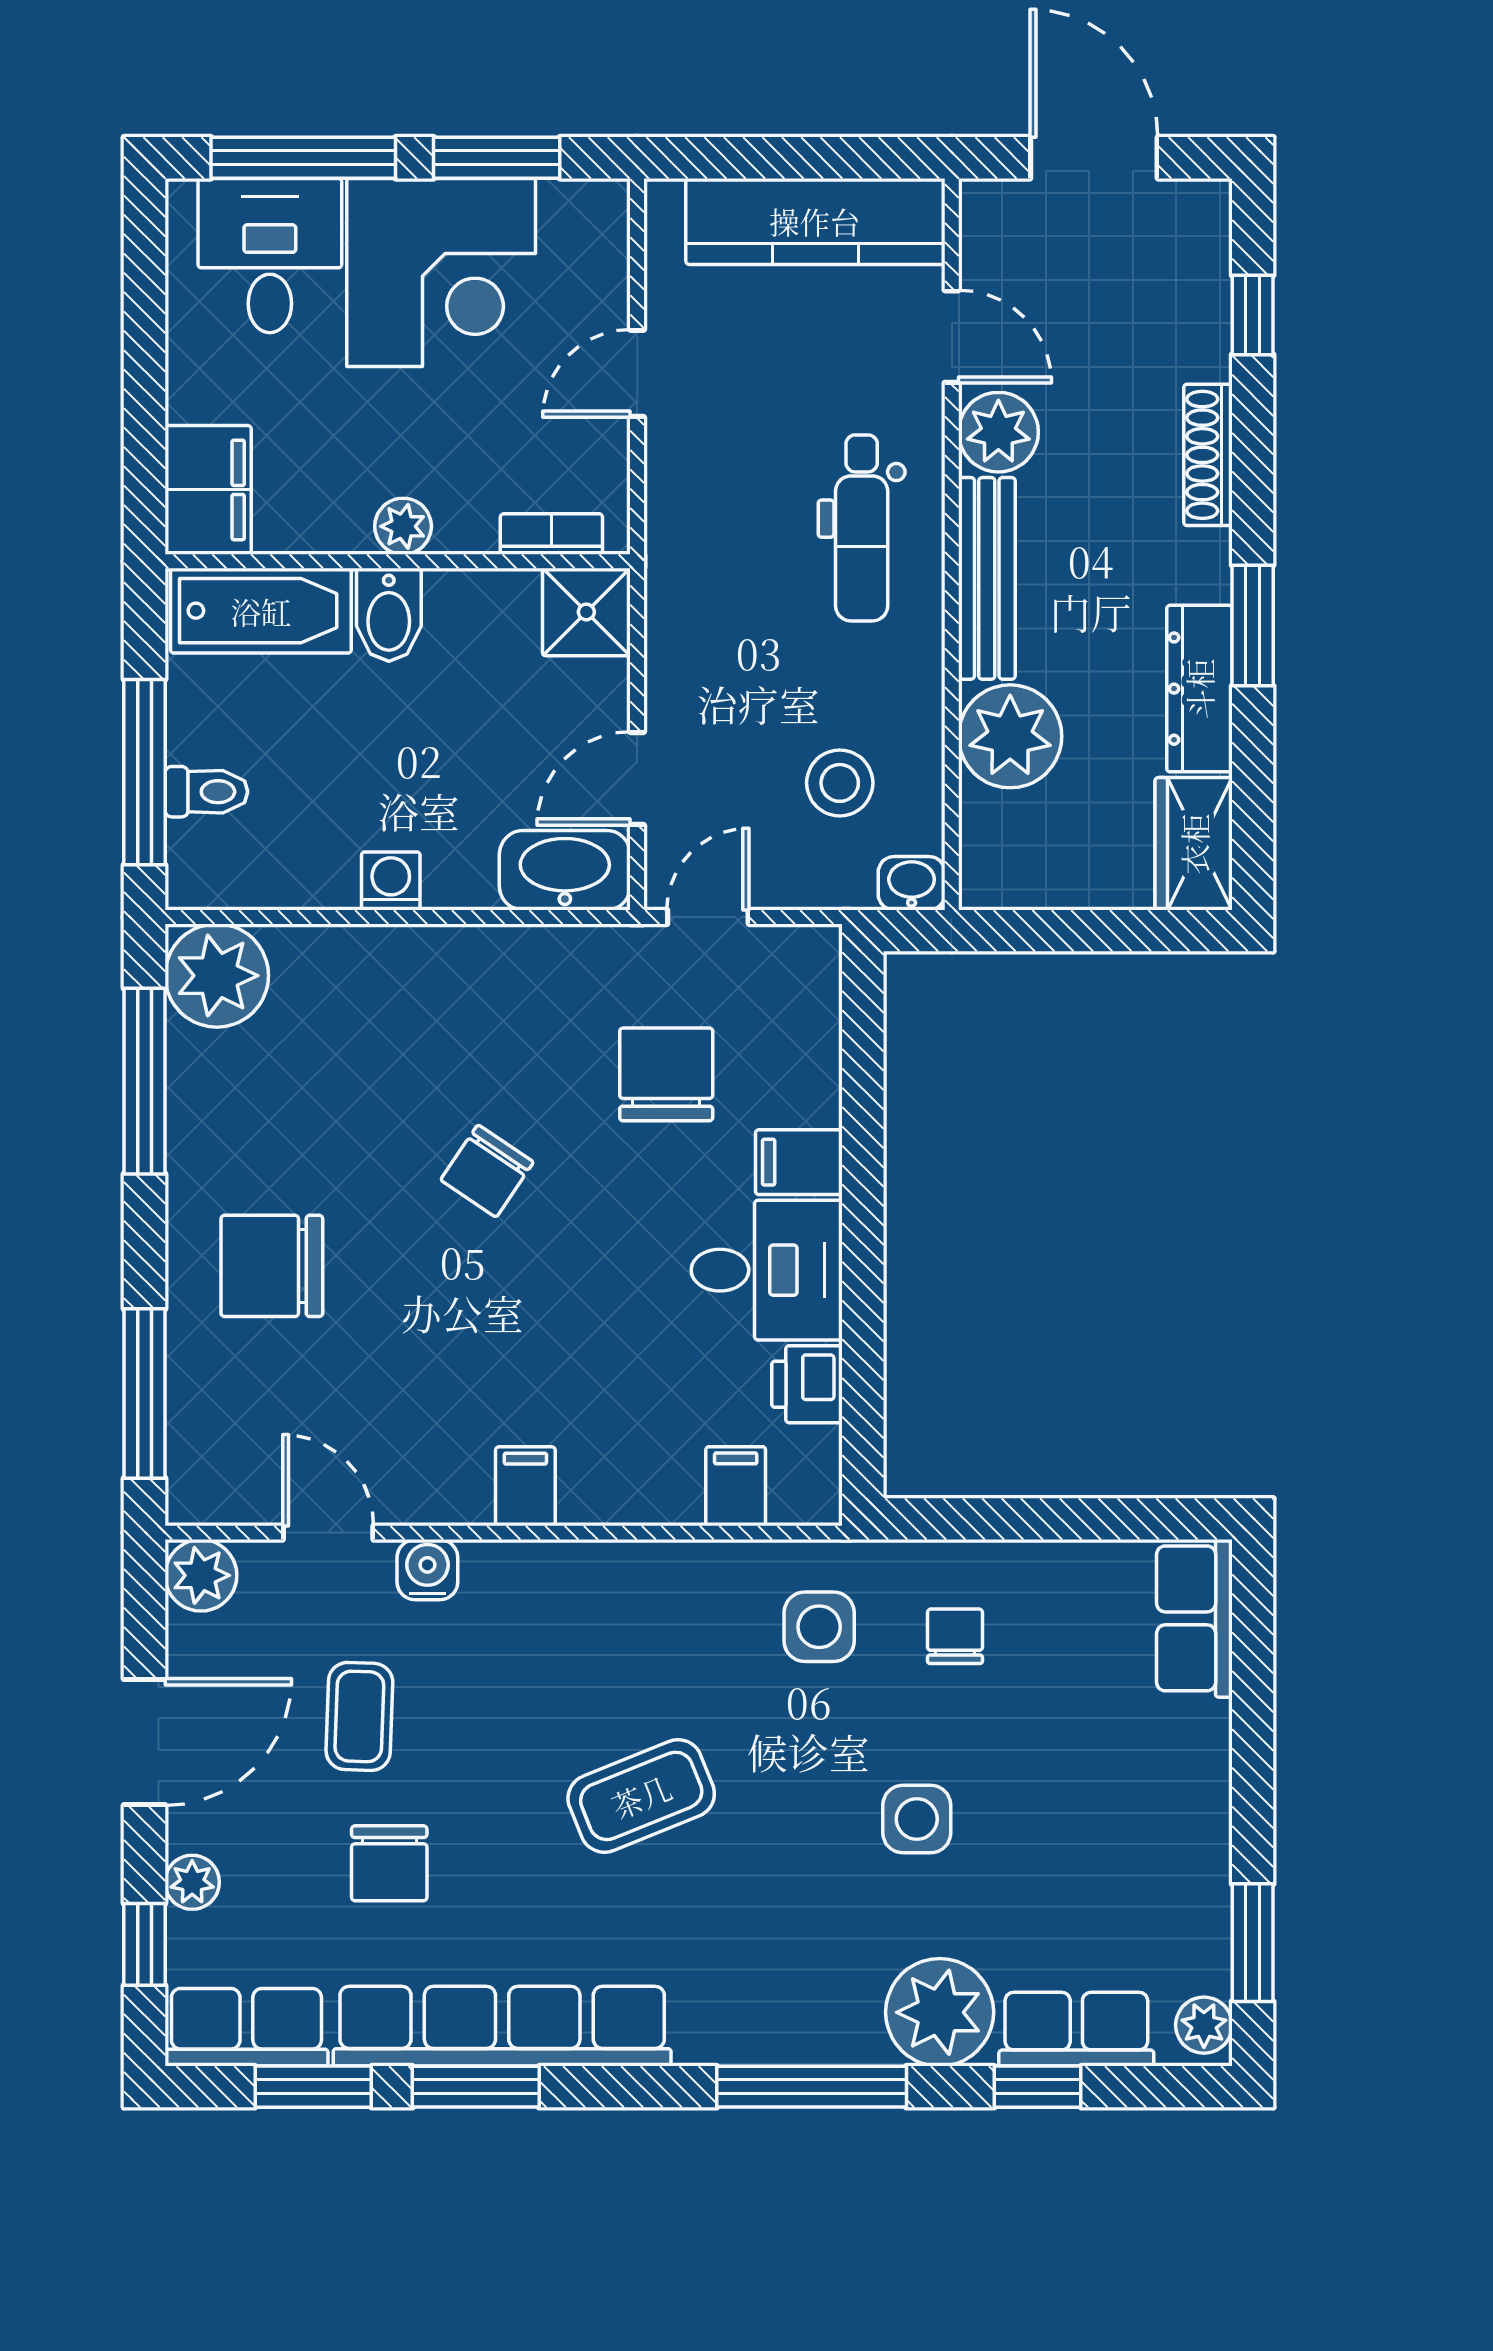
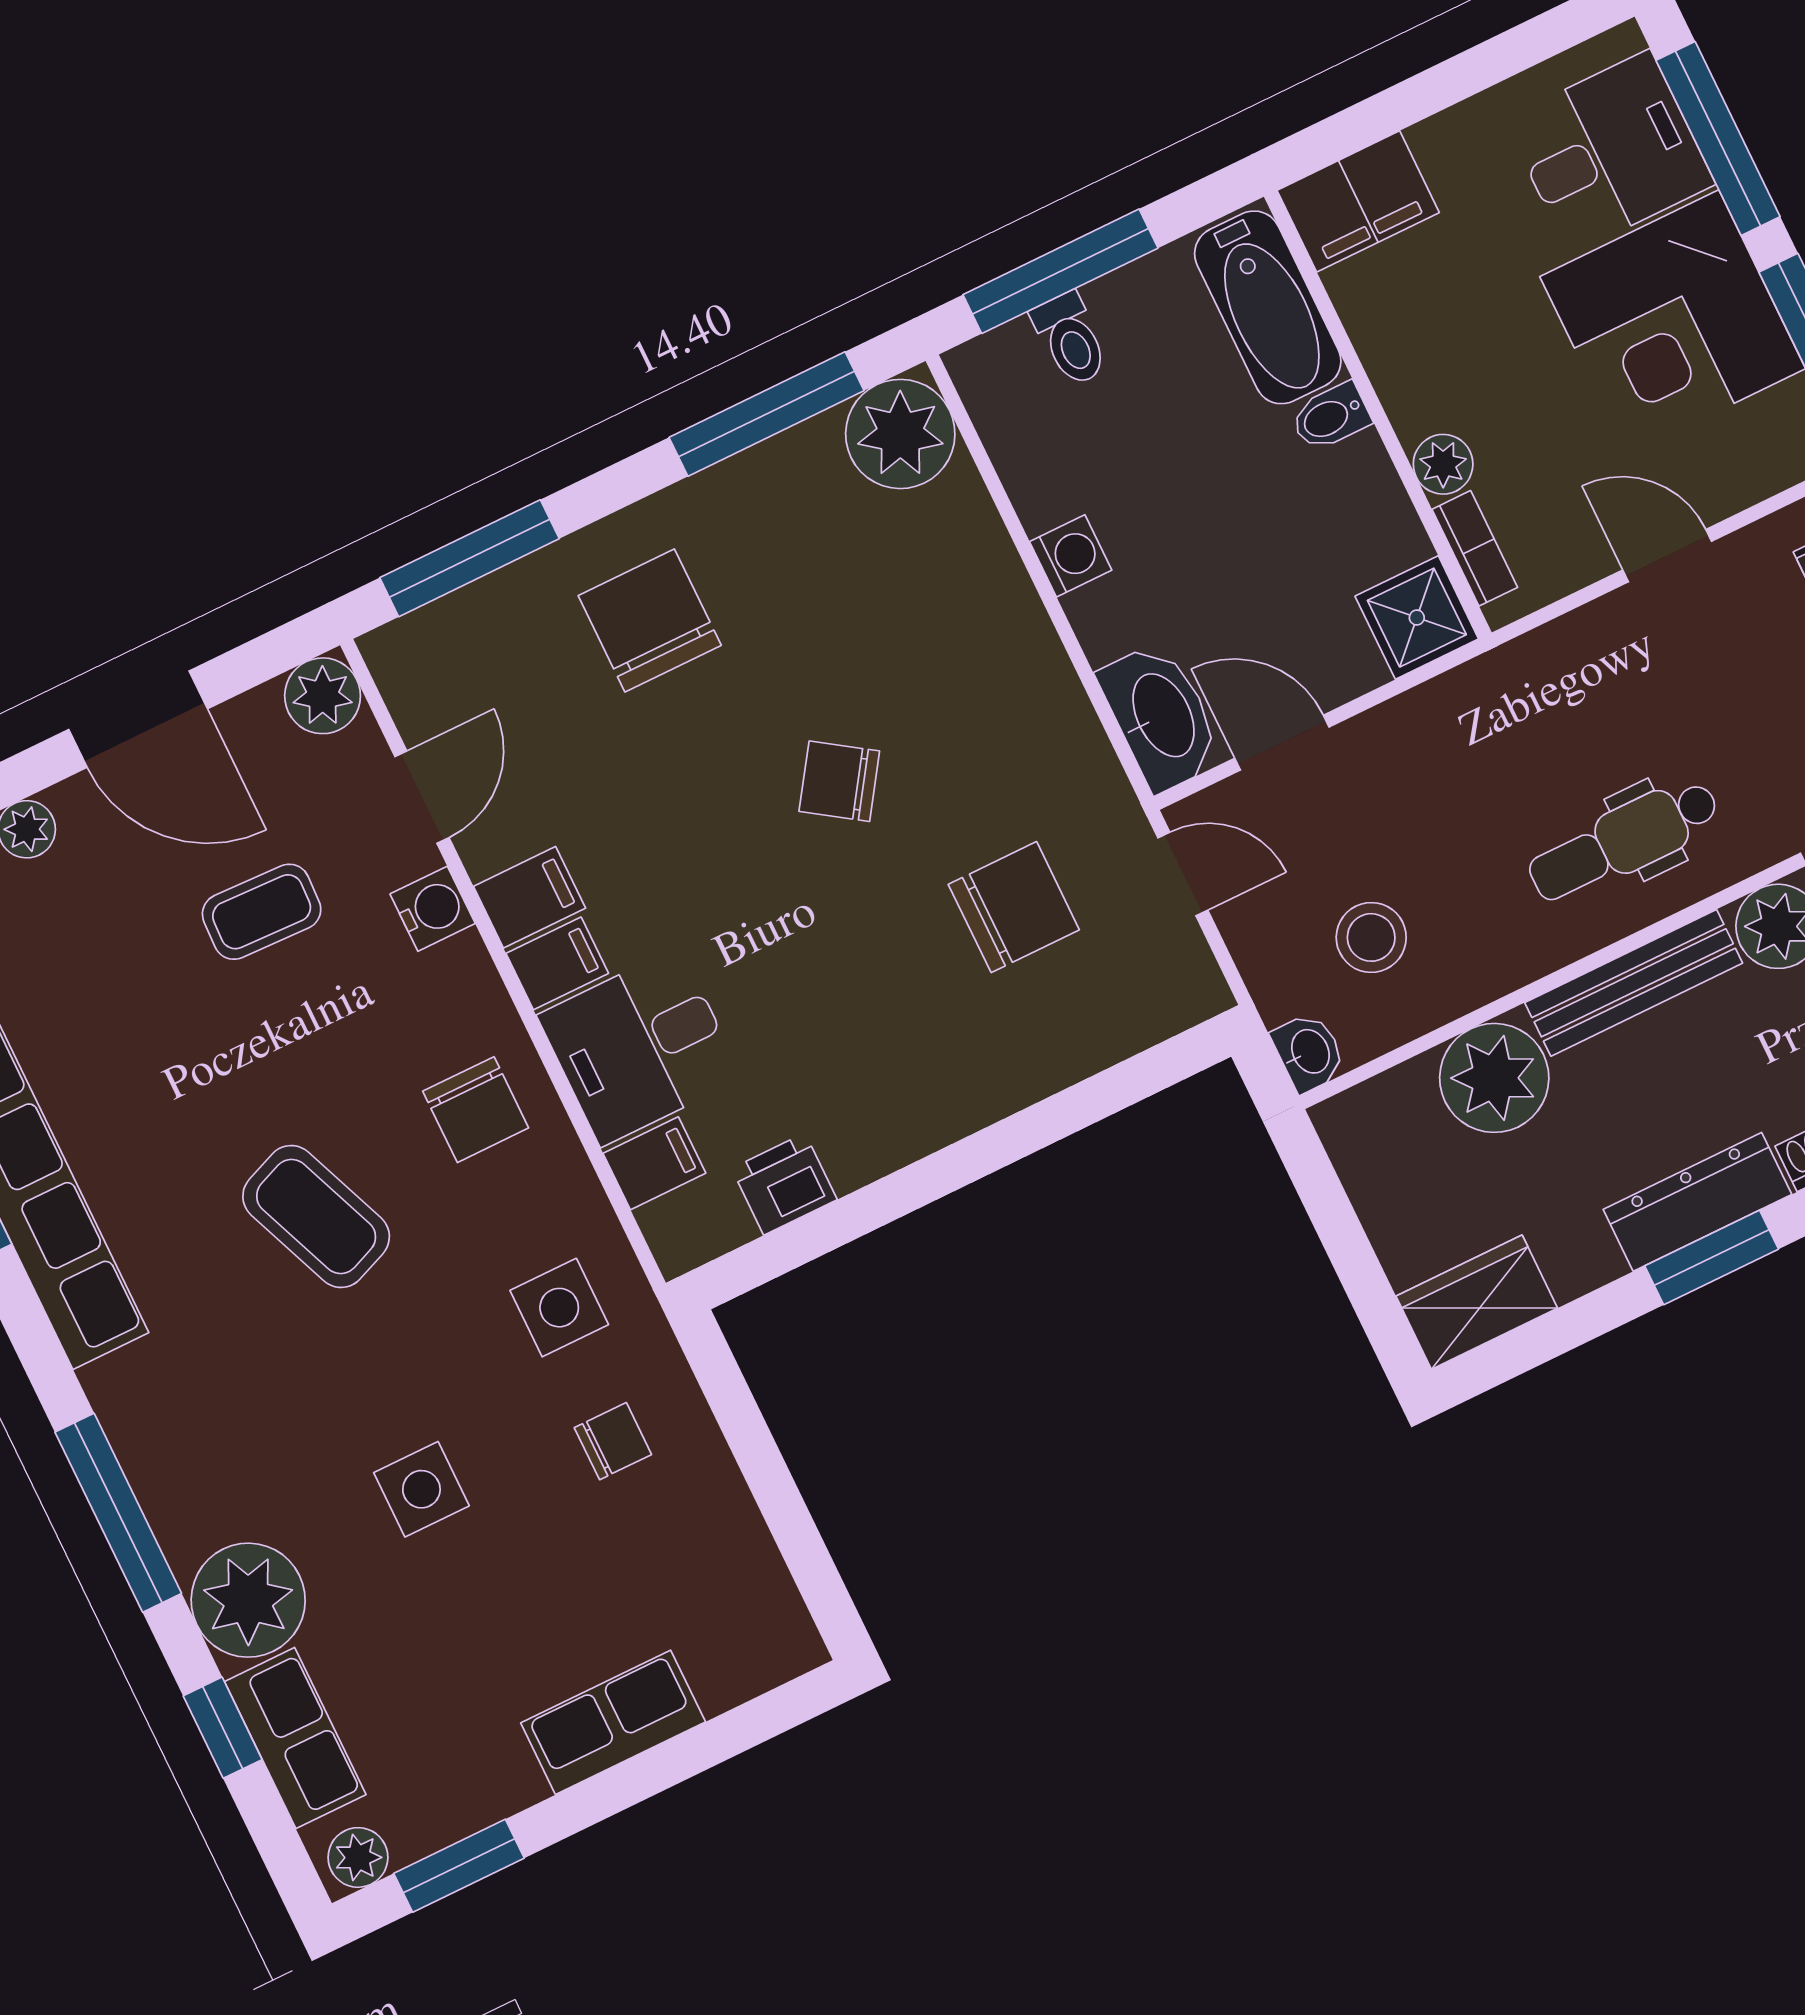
plant: (403, 526) -> (1443, 464), moved
bidet: (389, 615) -> (1331, 417), width x0.72, depth x0.74
dresser: (1199, 689) -> (1697, 1202), moved
filing cabinet: (799, 1162) -> (530, 897), moved, turned 90
desk: (767, 1270) -> (640, 1047), moved, turned 90
row of seats: (1194, 1618) -> (613, 1722), moved
chair: (389, 1863) -> (476, 1110), moved, turned -90

